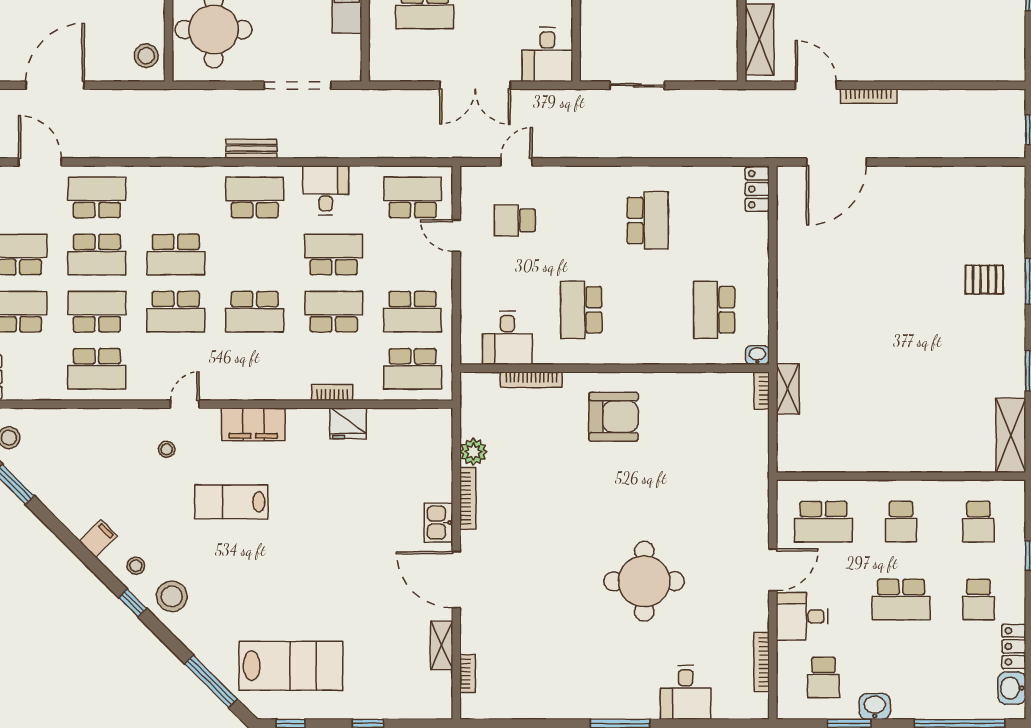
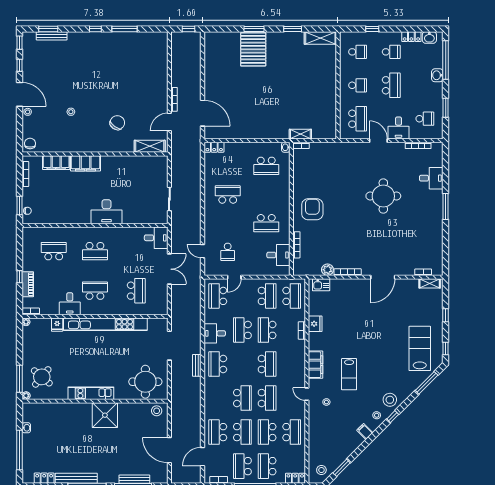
pallet: (984, 280) -> (253, 49), width x2.05, depth x2.00
kitchen sink: (438, 523) -> (321, 285), moved
shelving: (442, 645) -> (430, 283), moved
washbasin: (875, 706) -> (437, 75), moved

